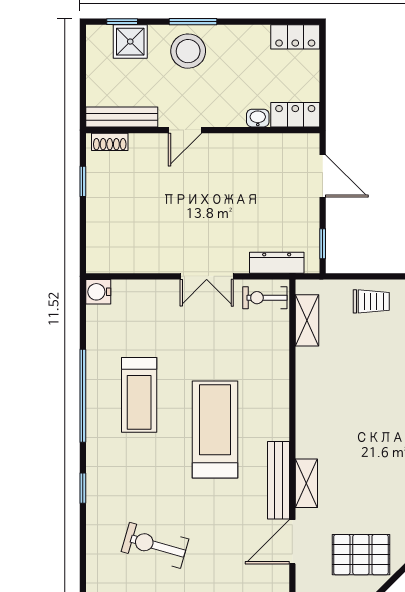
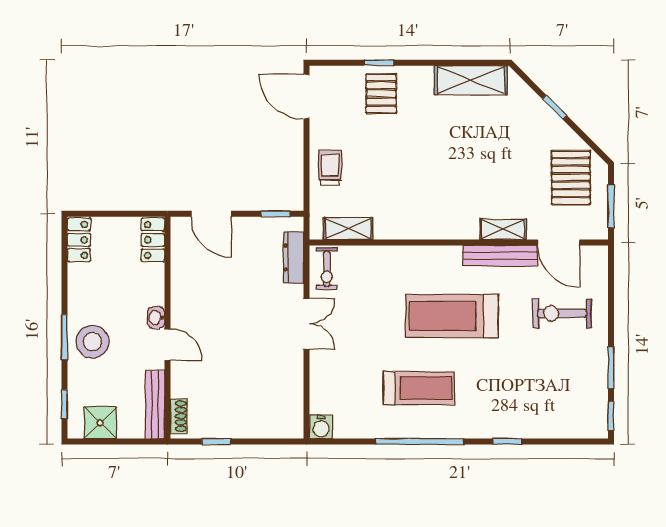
shower: (130, 42) -> (100, 423), moved
washbasin: (258, 118) -> (156, 318), moved
door: (323, 176) -> (211, 214), swing flipped
exercise bike: (155, 545) -> (562, 314), moved, turned 74

